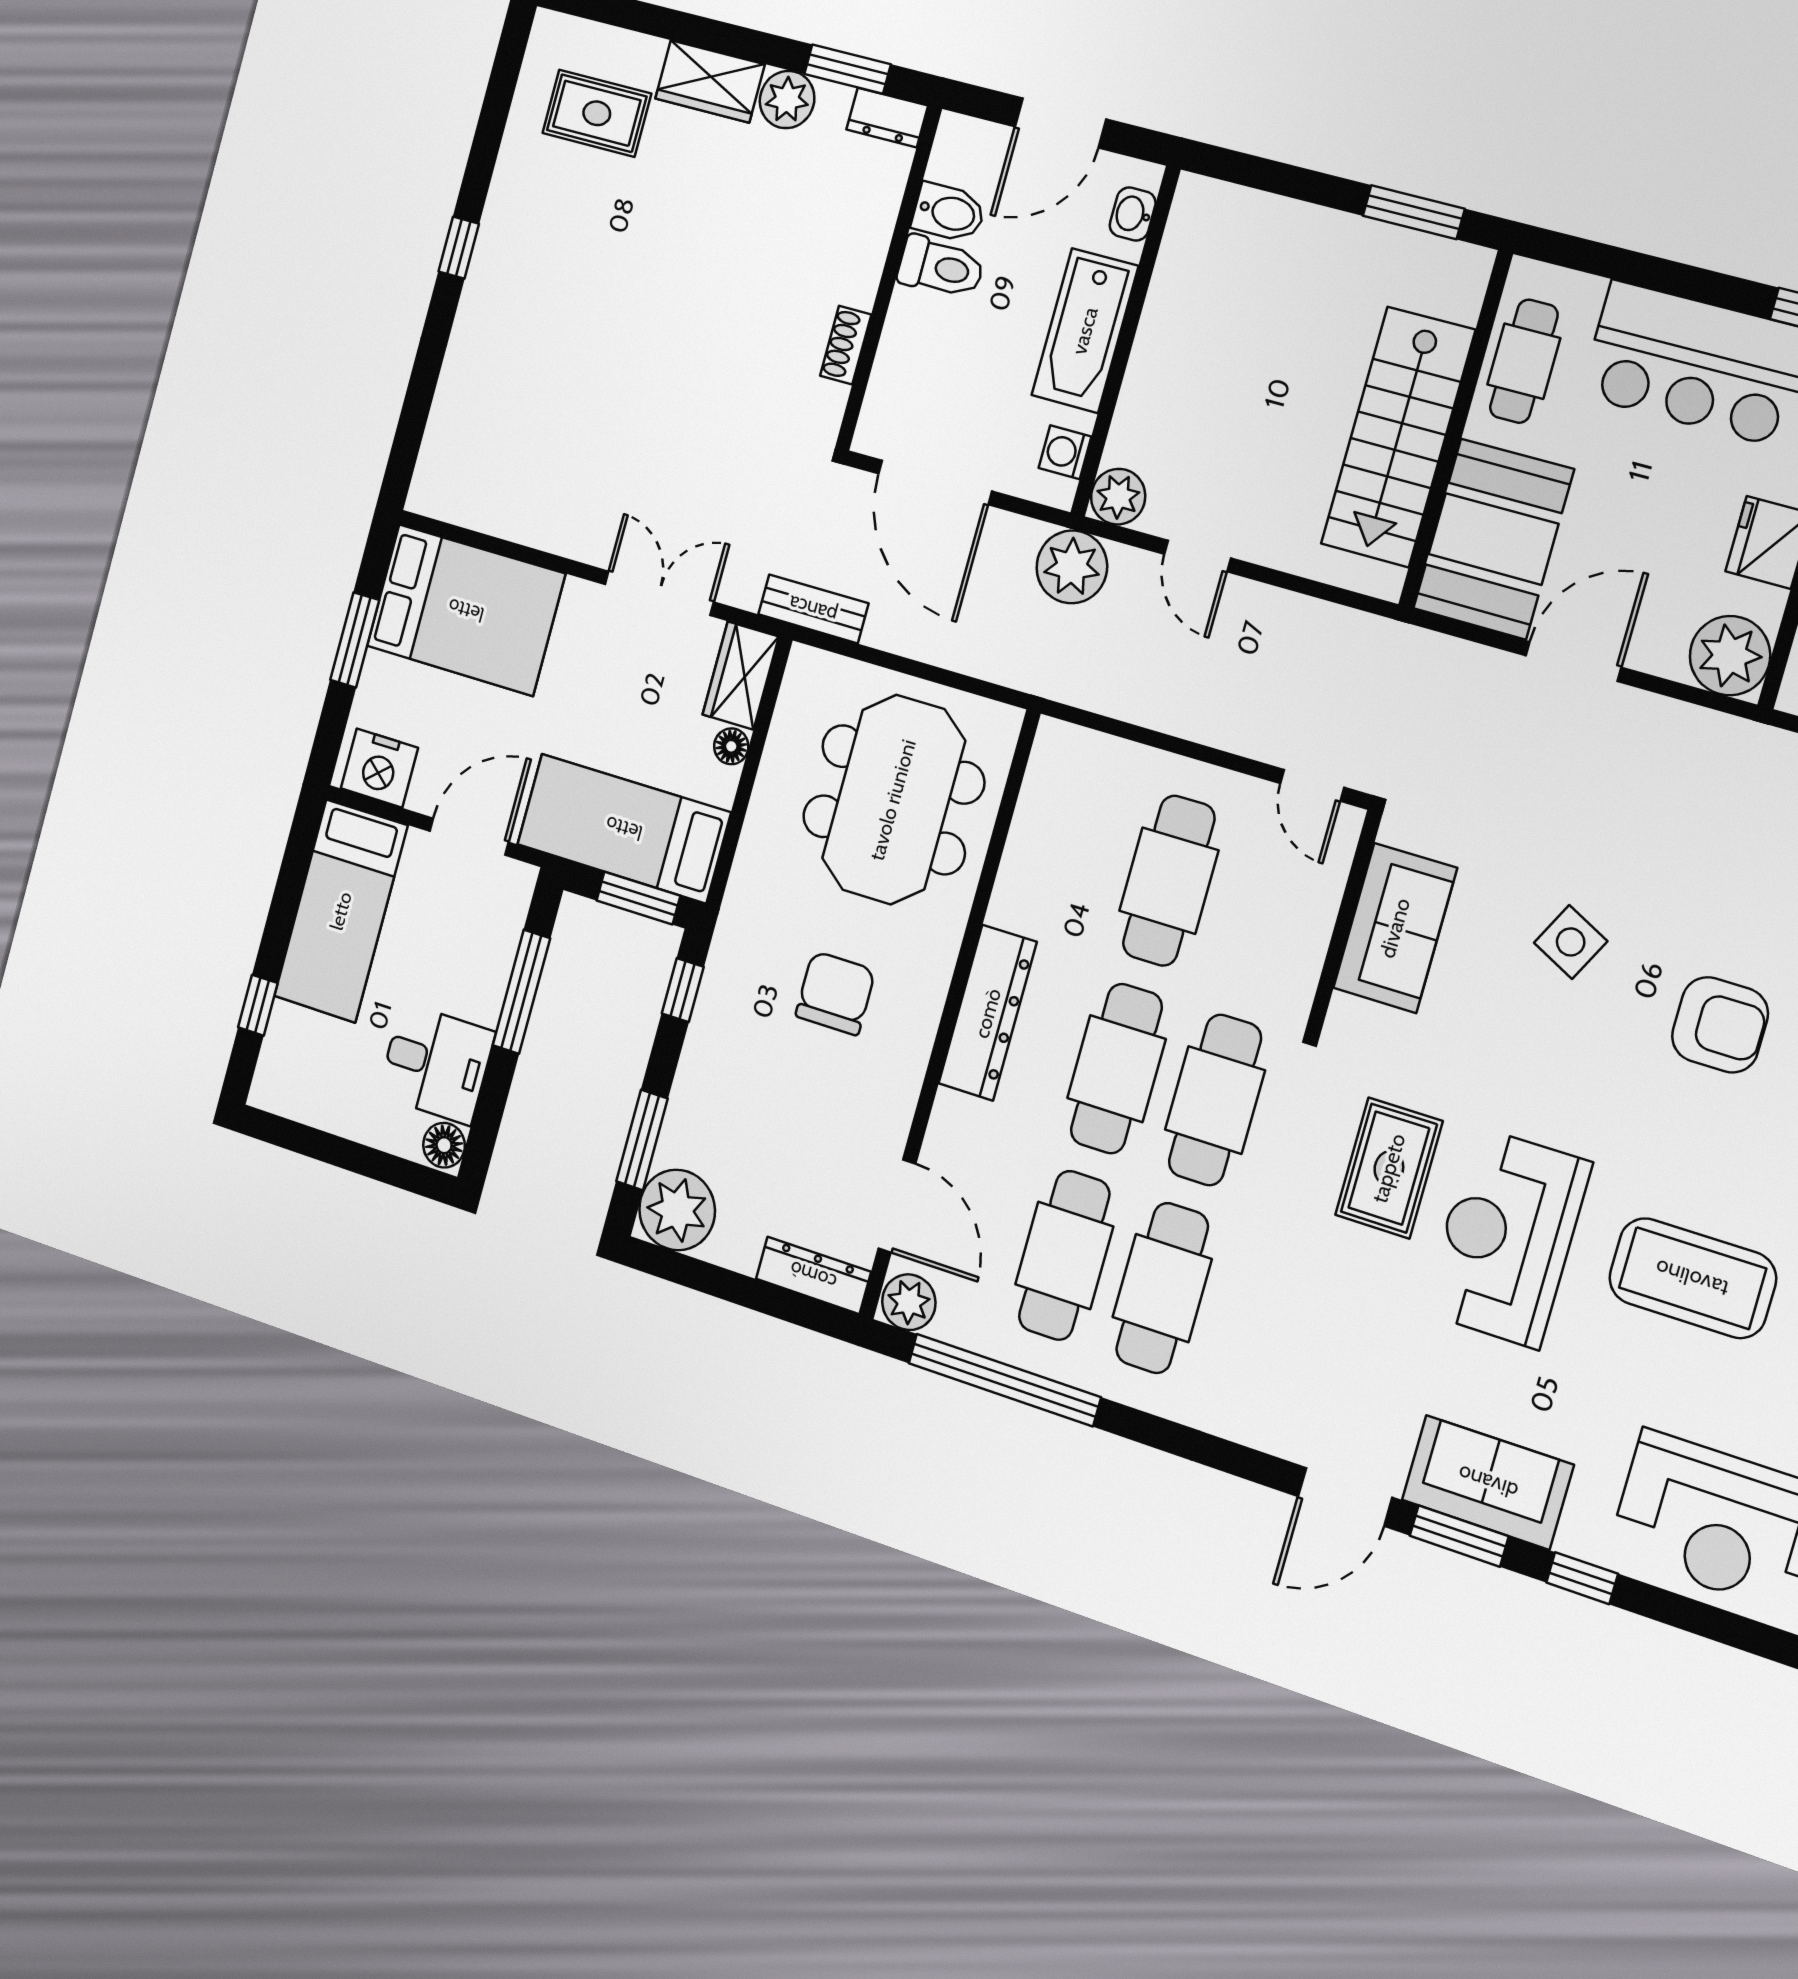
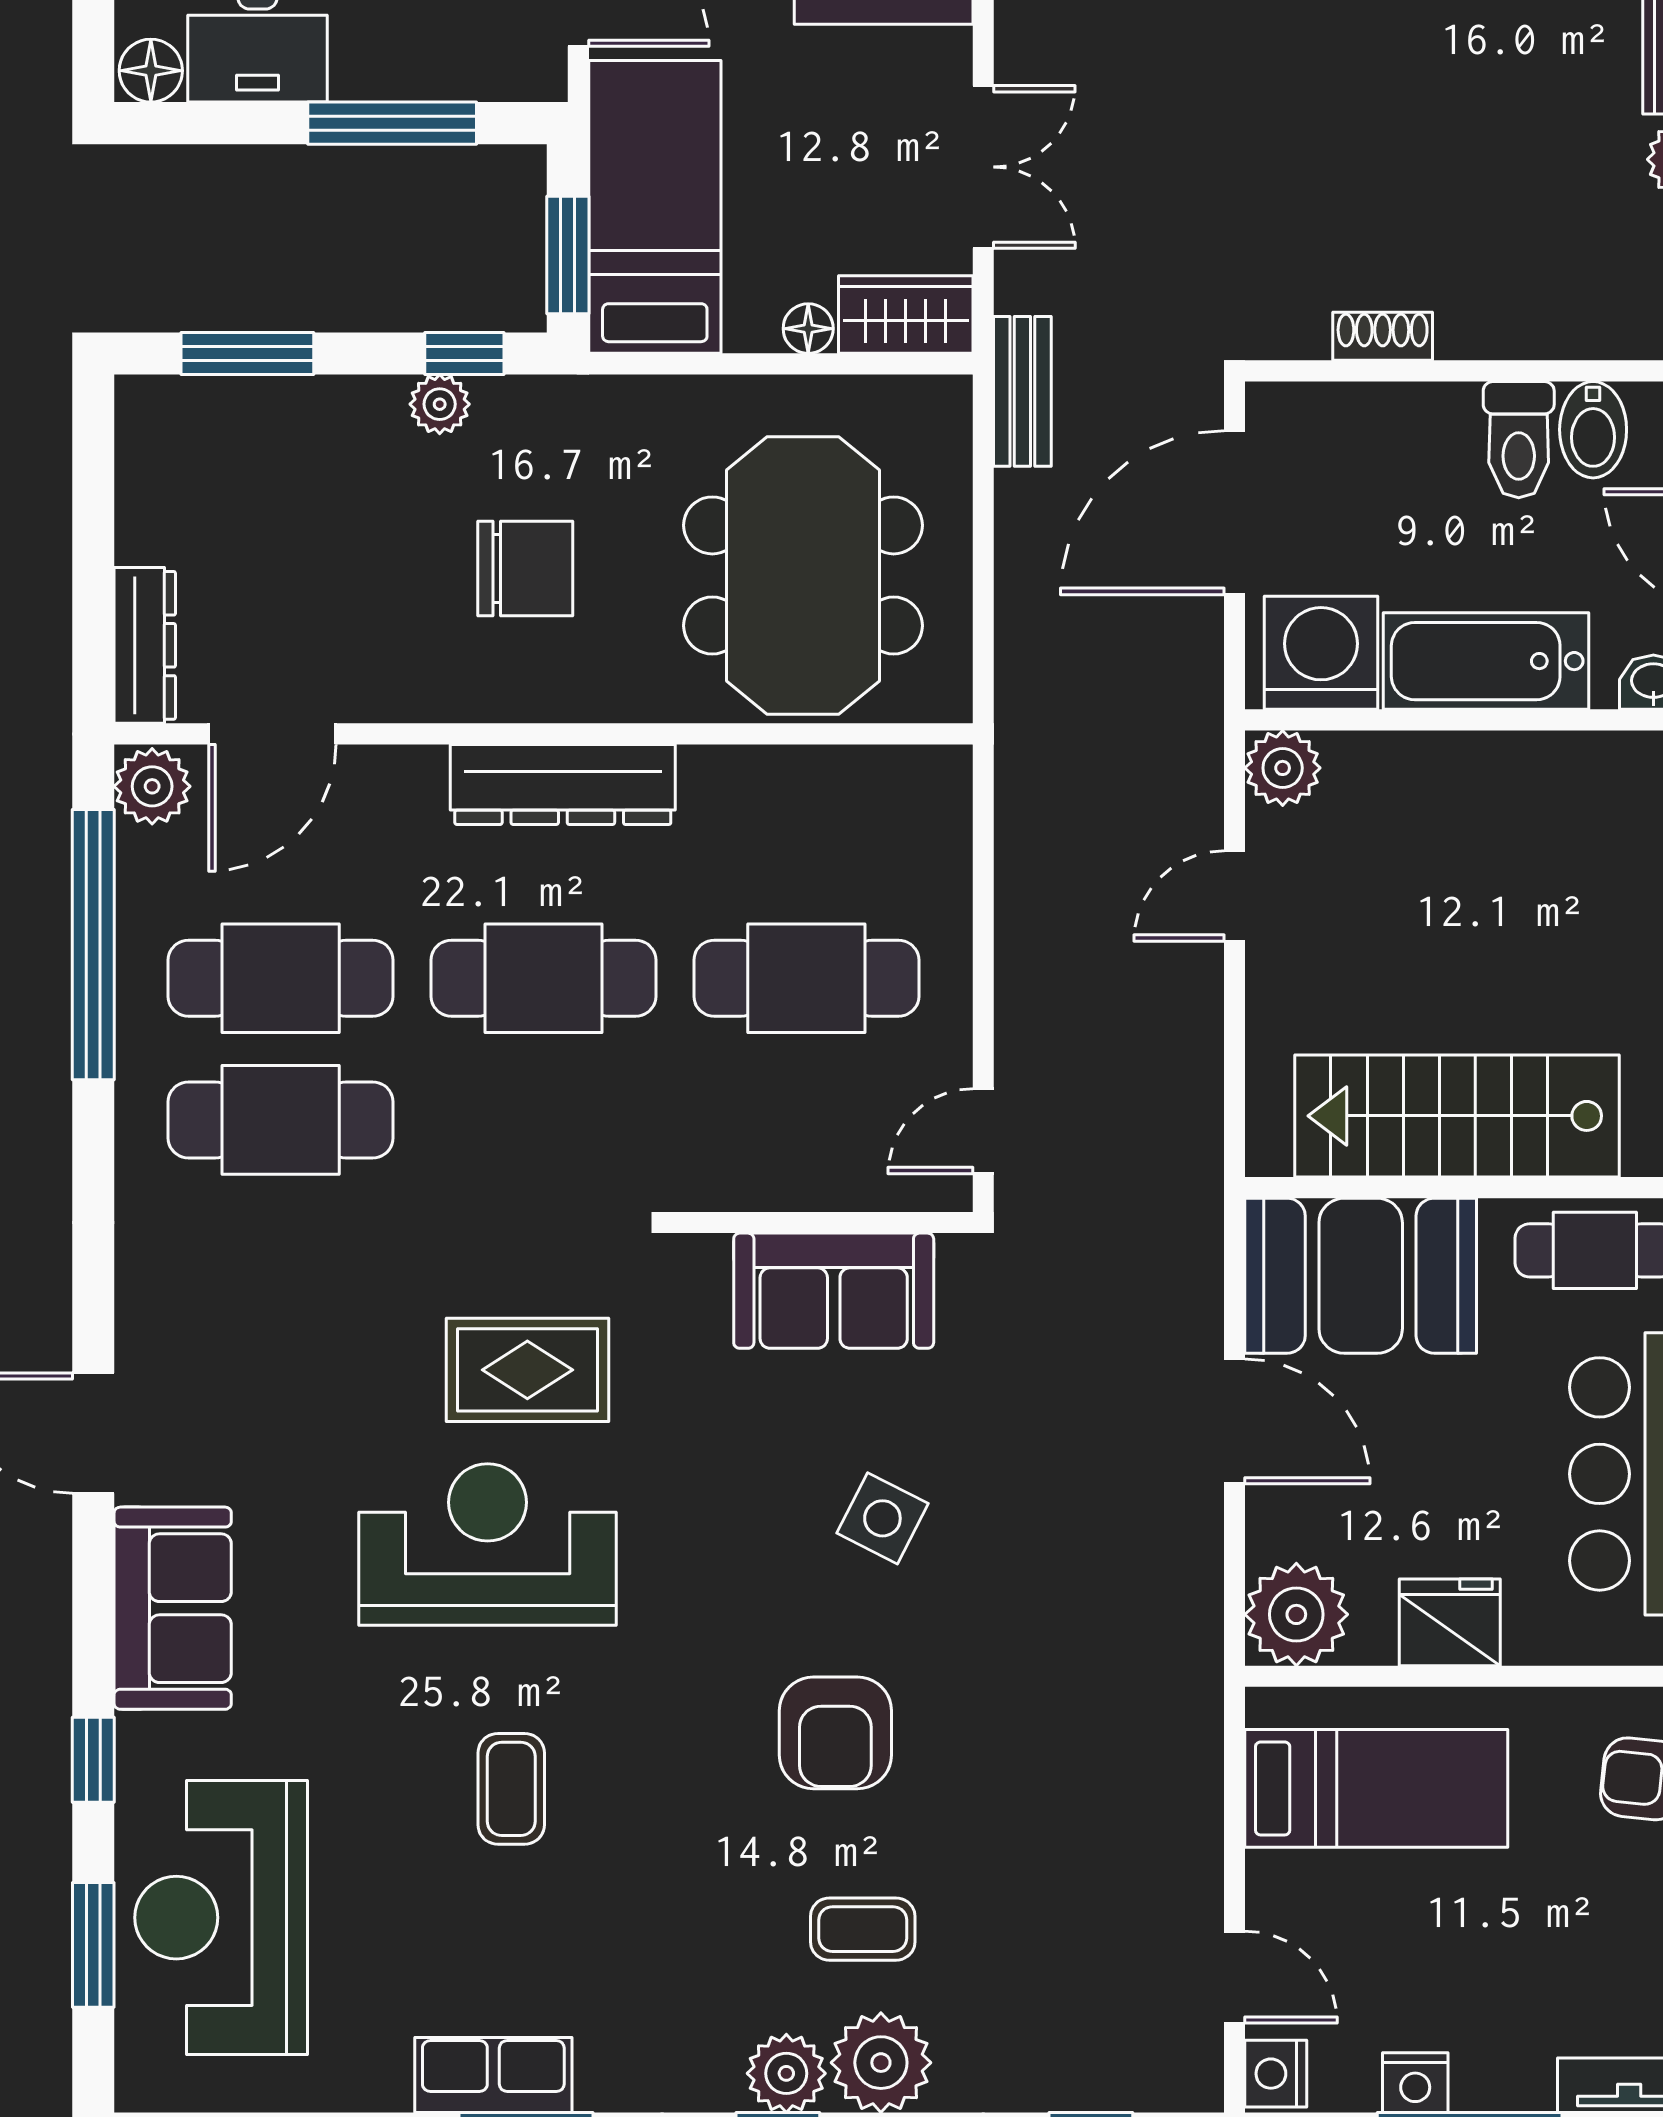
washing machine: (1065, 452) -> (1321, 653), width x1.89, depth x1.89
plant: (1072, 567) -> (1175, 732), removed
meeting table: (893, 800) -> (803, 575), turned 90
cafe table: (1215, 1100) -> (543, 1120), removed
plant: (677, 1210) -> (440, 404), moved, width x0.53, depth x0.53
coffee table: (1692, 1278) -> (511, 1789), width x0.54, depth x0.58
window: (1459, 1536) -> (93, 1945), moved

